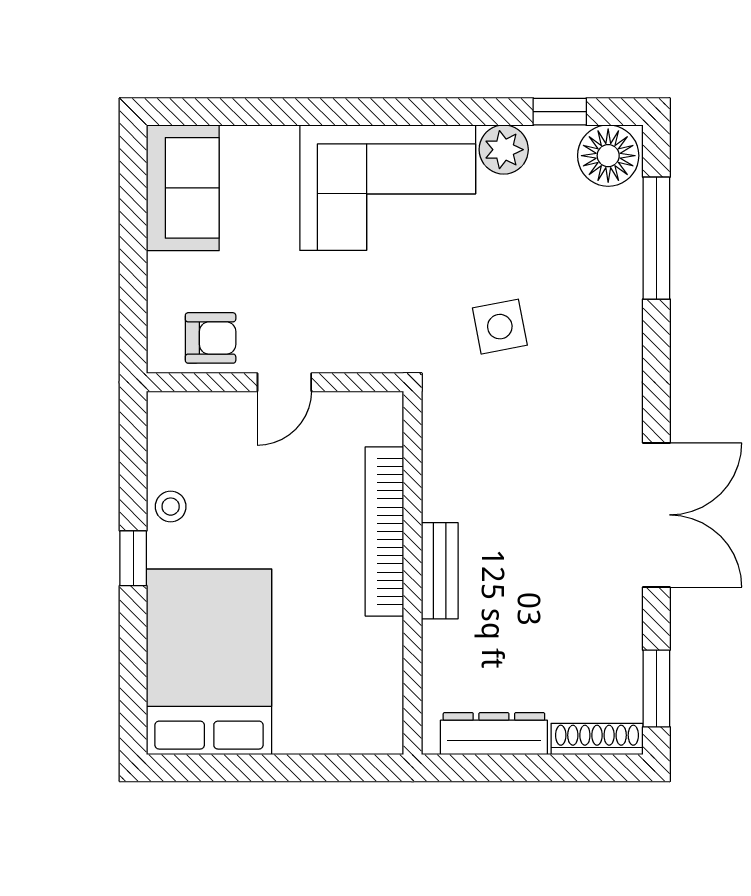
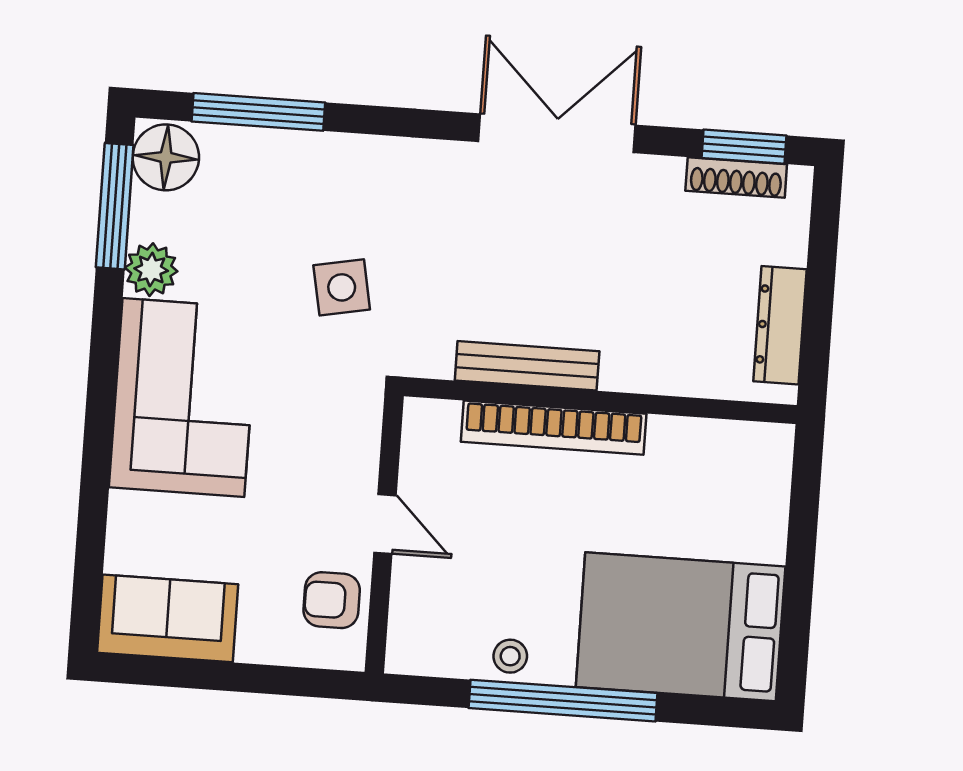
window: (560, 112) -> (115, 206), width x2.17
armchair: (211, 338) -> (332, 600), turned -90
window: (133, 558) -> (563, 701), width x3.17
bench: (440, 571) -> (527, 366), moved, width x1.36
shoe rack: (597, 739) -> (736, 177), moved, turned -90

